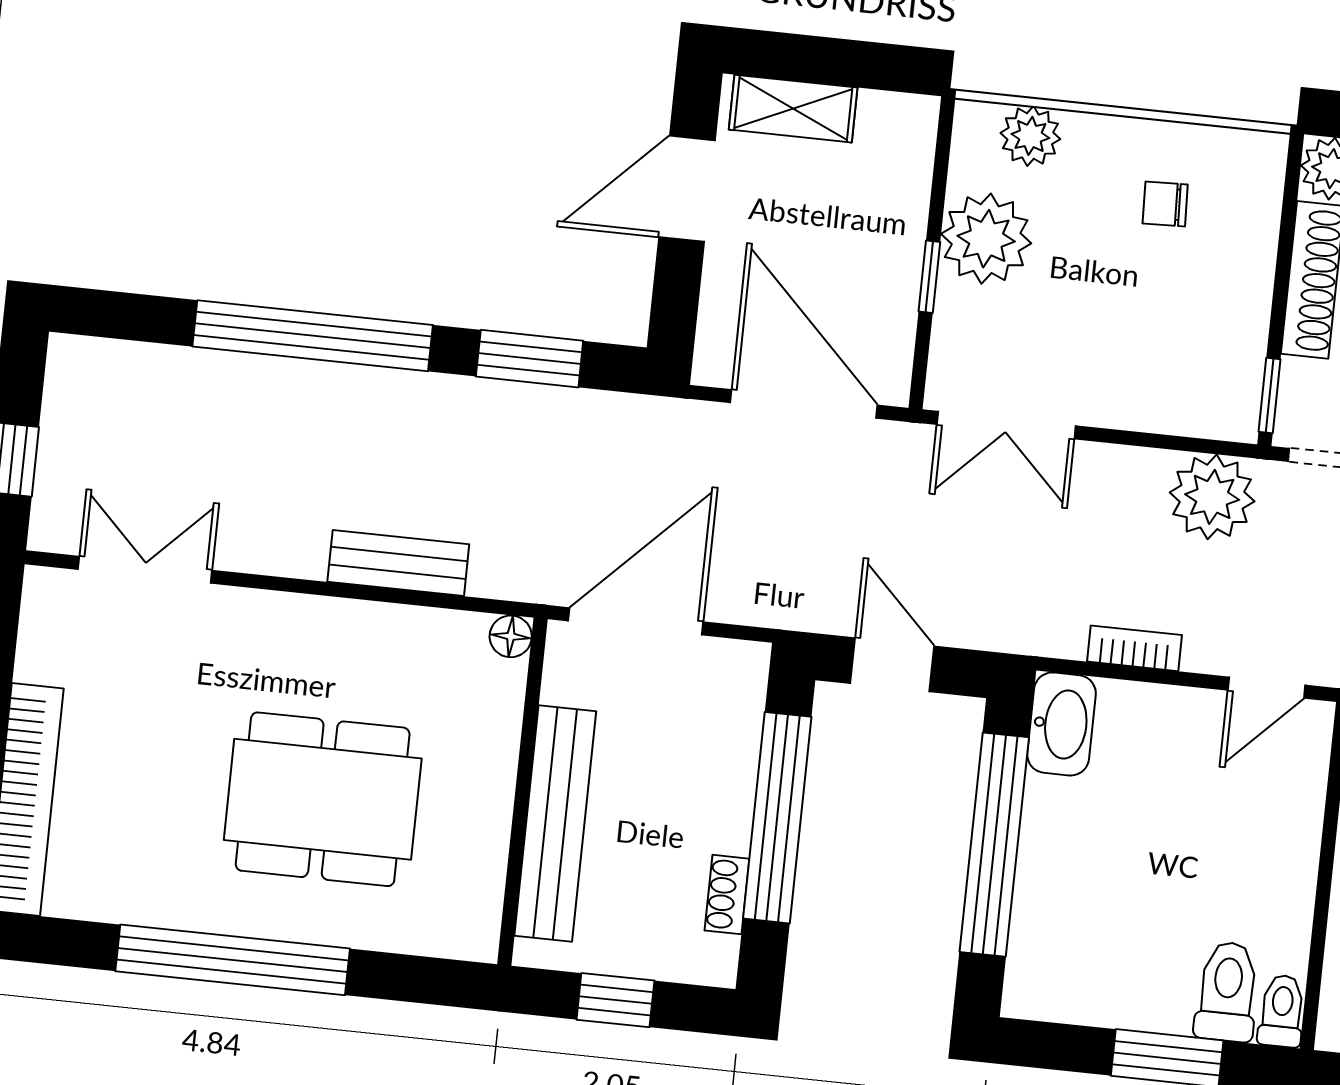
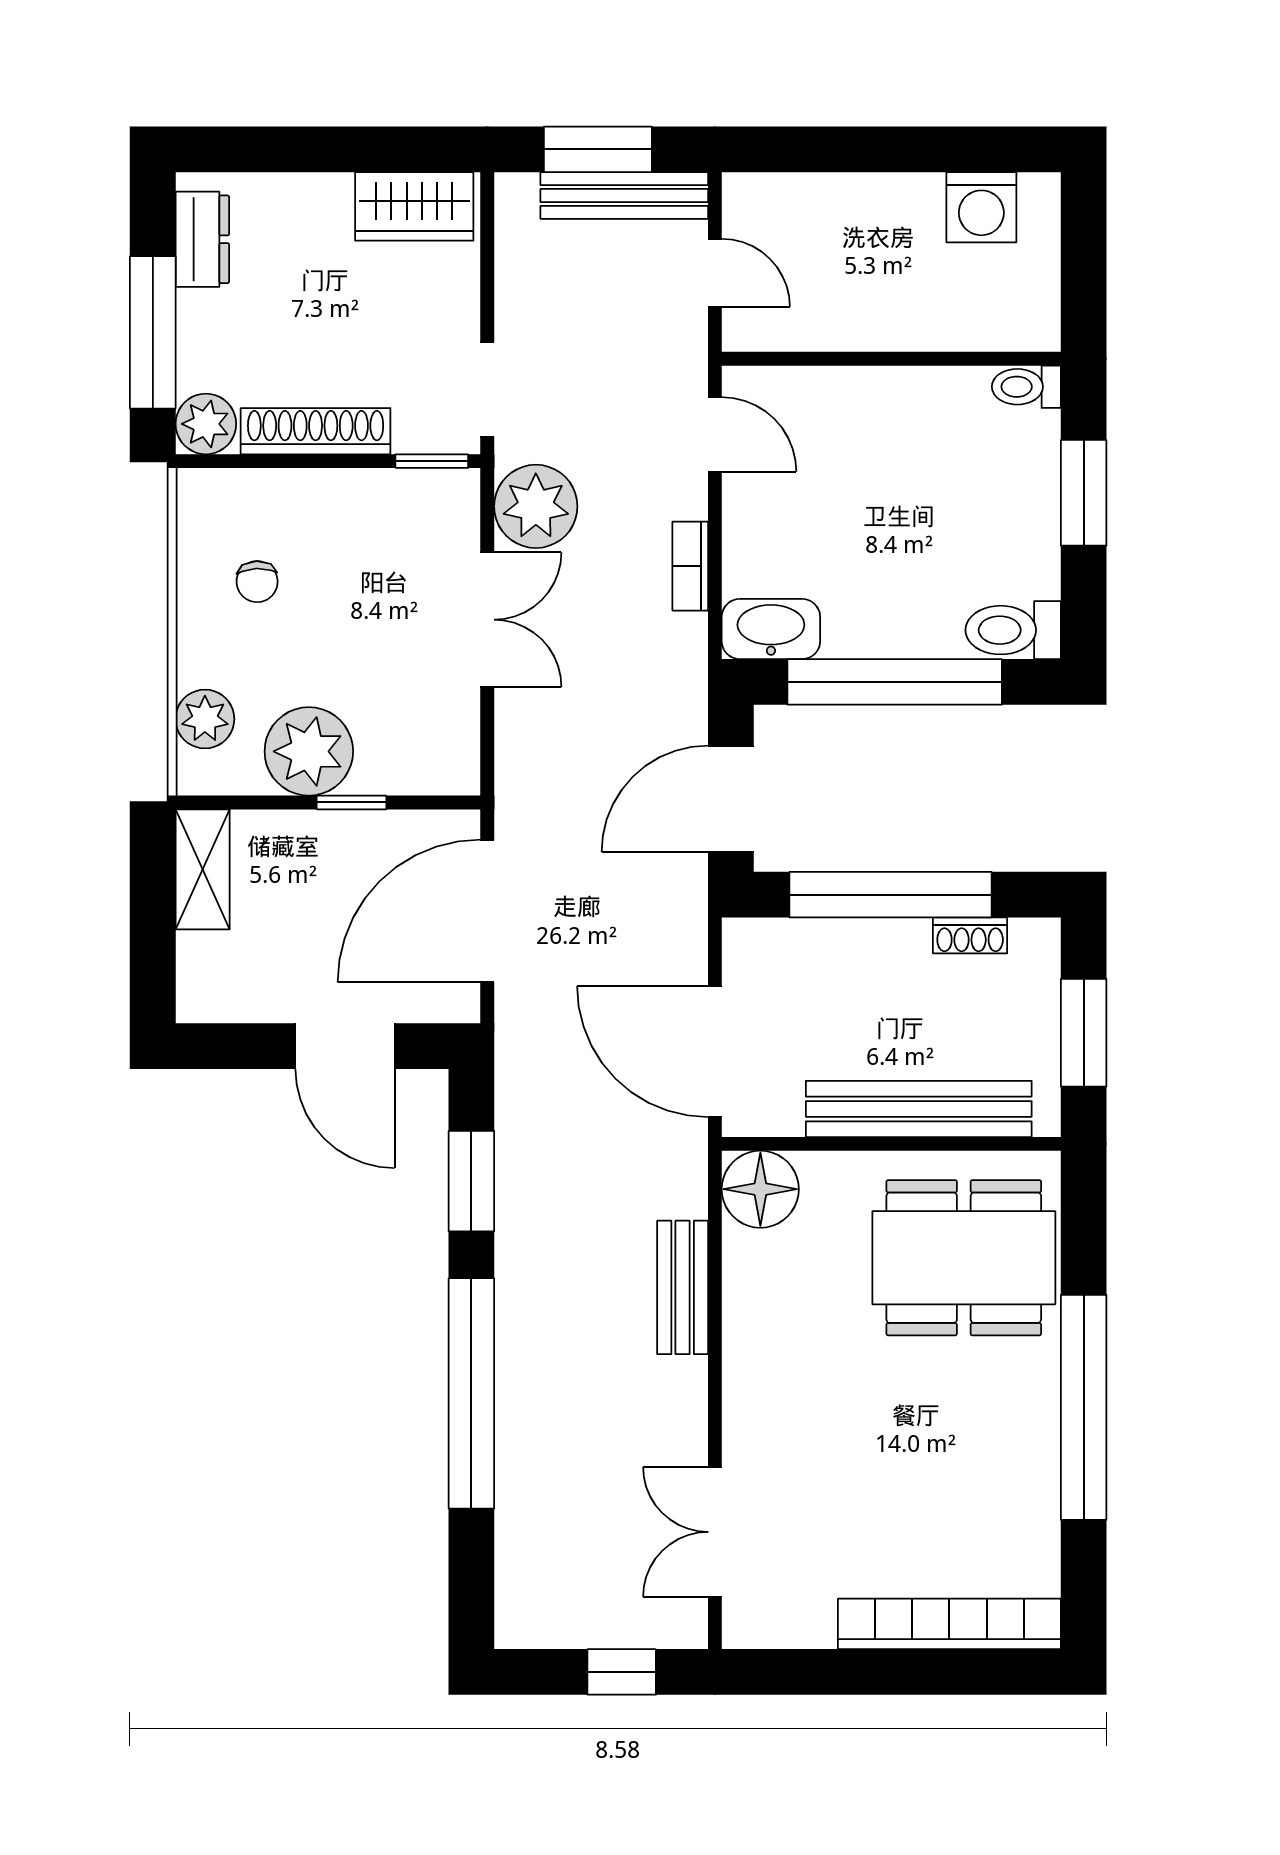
shelving: (793, 109) -> (203, 869), moved
door: (687, 189) -> (345, 1046), moved
double door: (1006, 425) -> (487, 620), moved
floor lamp: (511, 636) -> (760, 1189), width x1.89, depth x1.89
door: (892, 665) -> (731, 799), width x1.38
dining table: (323, 799) -> (964, 1258), moved, turned 90
toilet: (1227, 992) -> (1013, 630), moved
window: (615, 1000) -> (1084, 1033), width x1.50

